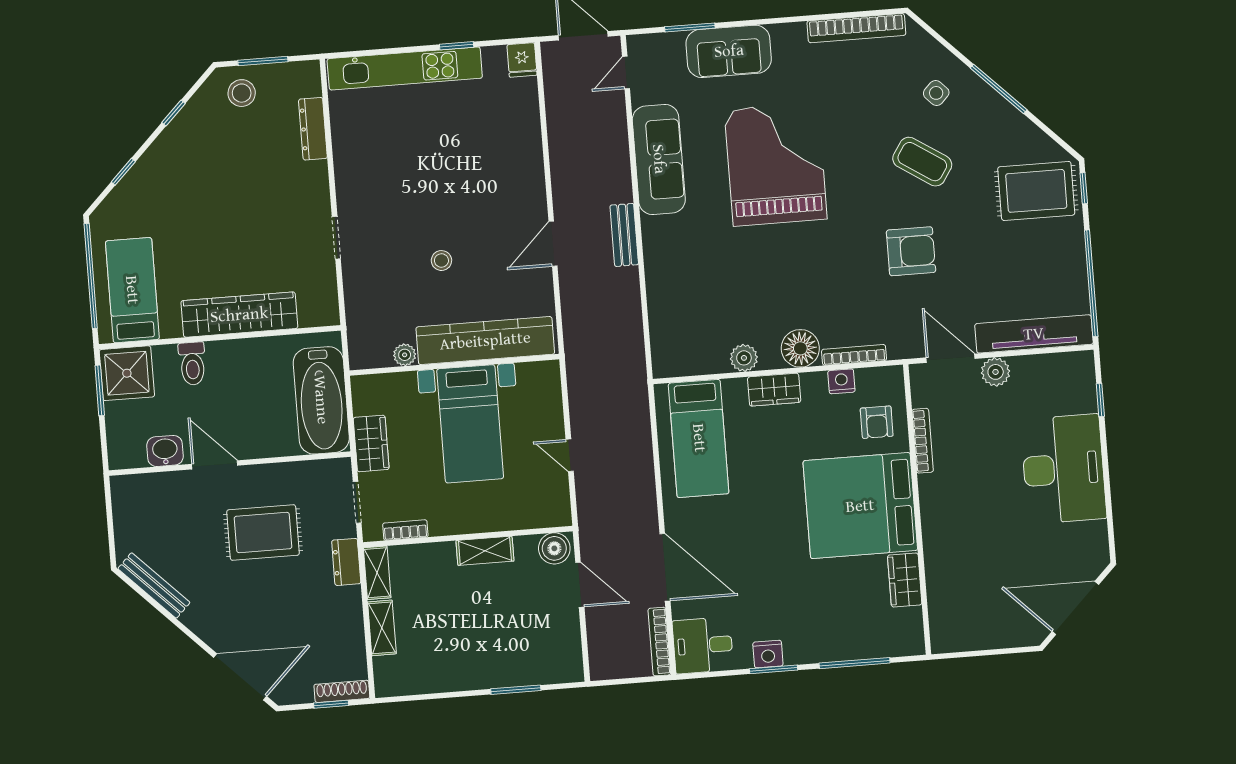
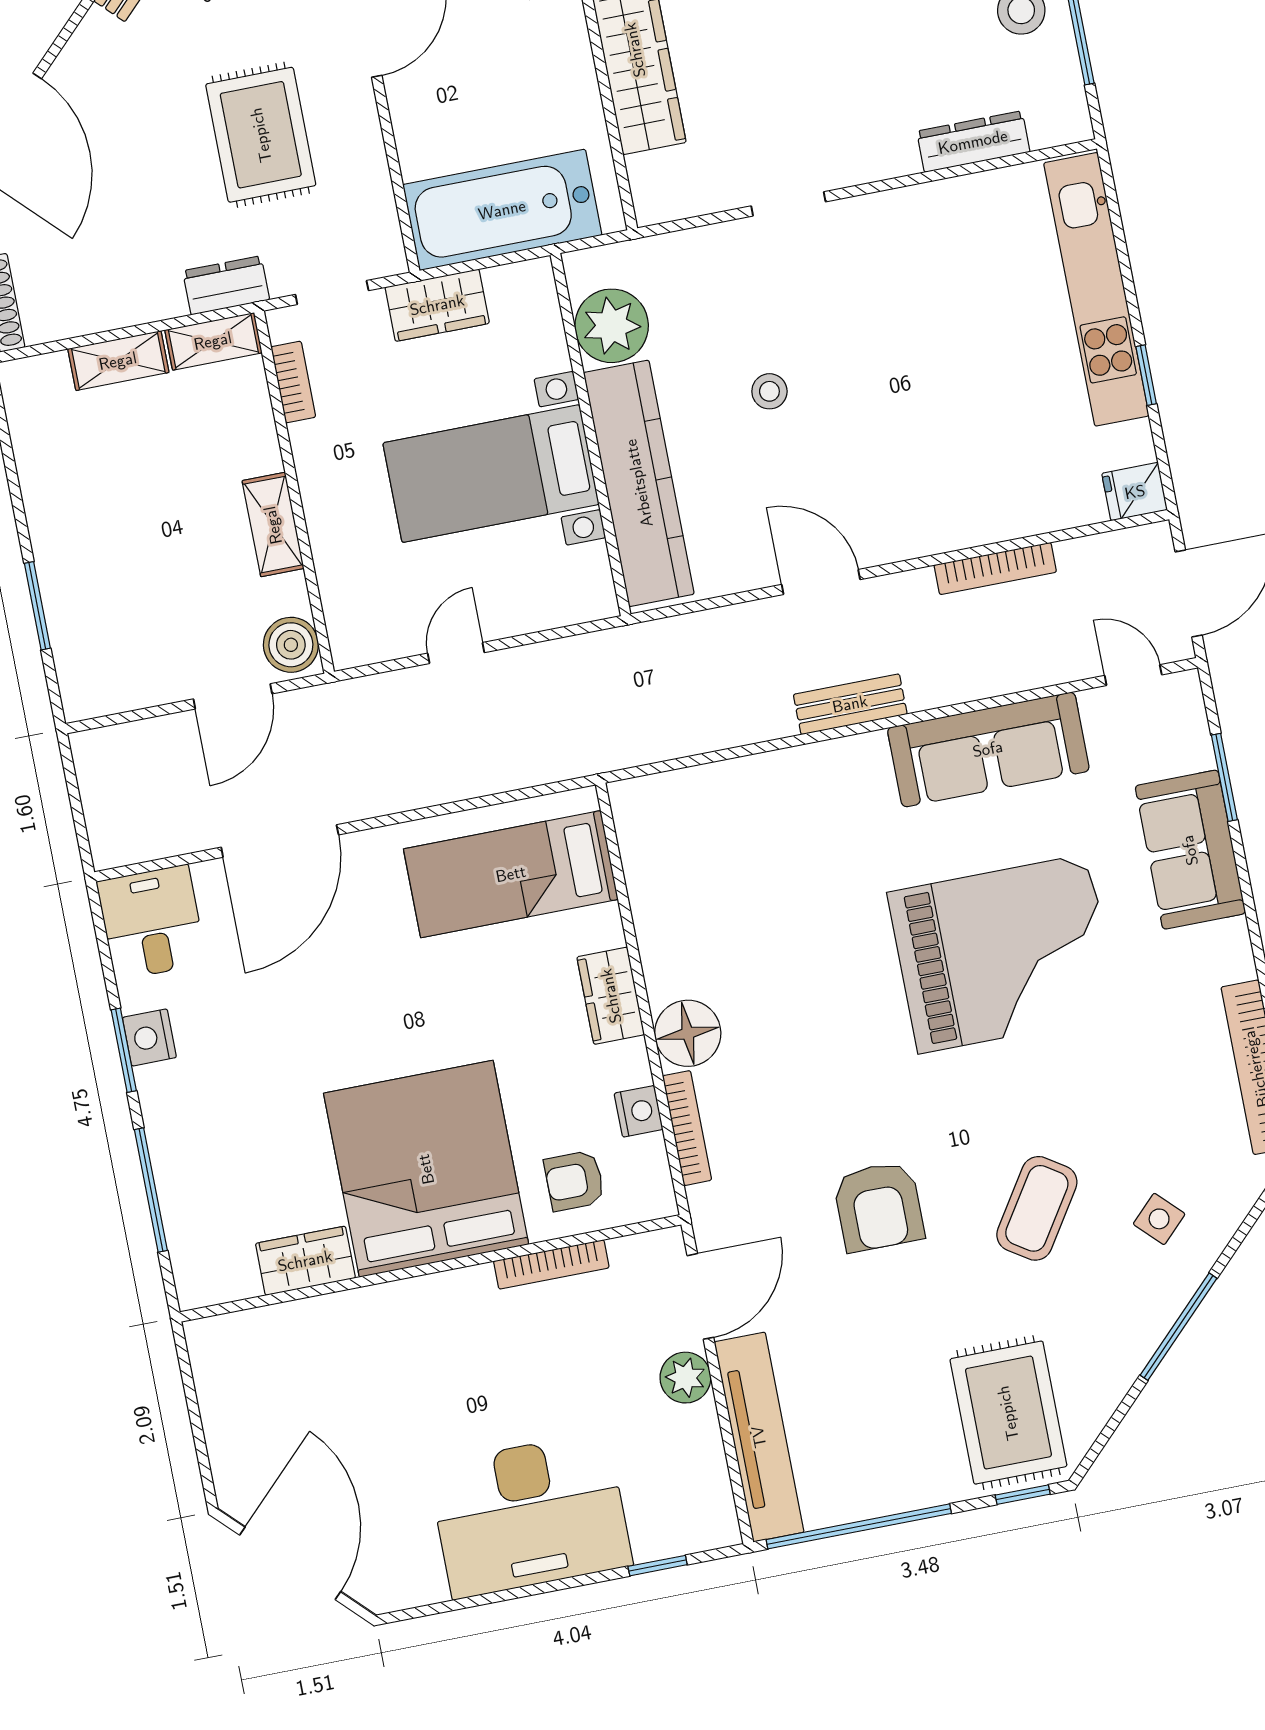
plant: (405, 355) -> (612, 326), width x1.87, depth x1.87
plant: (744, 358) -> (660, 937), removed
bookcase: (659, 642) -> (995, 569), moved, turned 180

